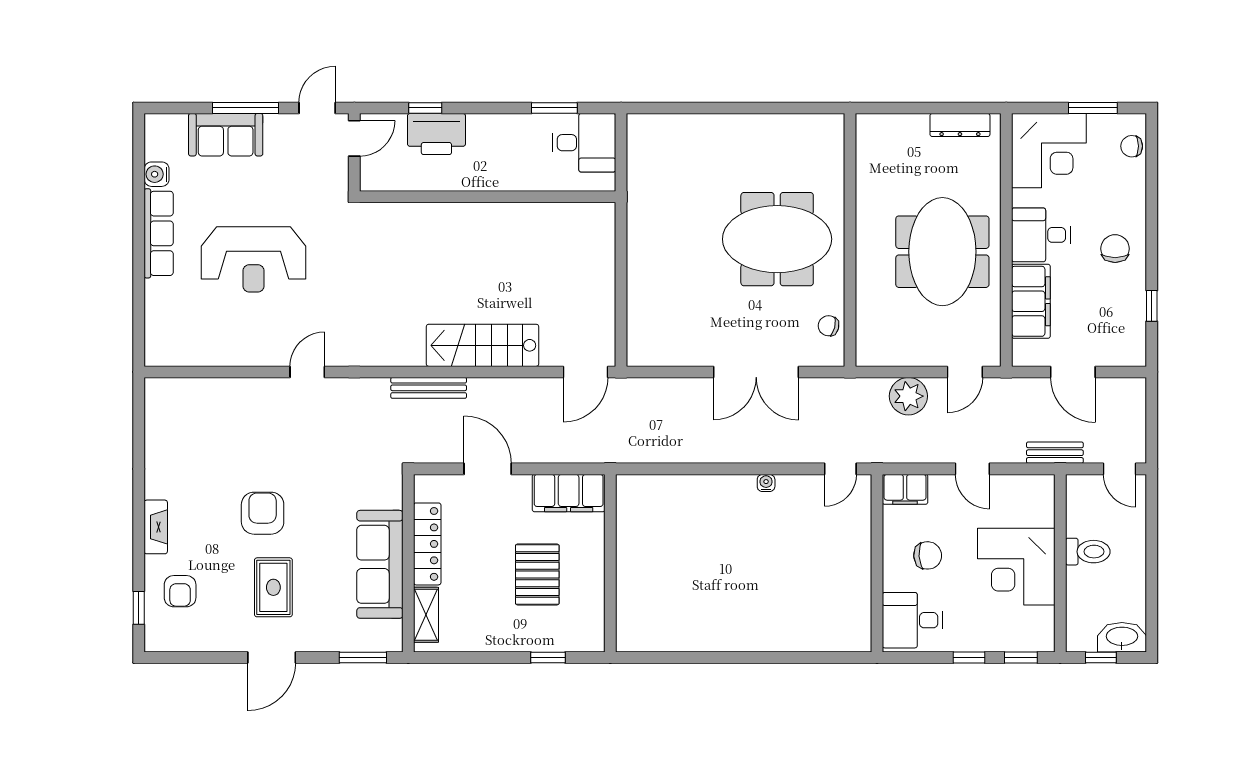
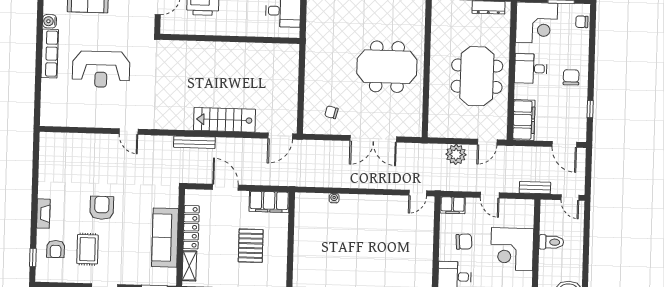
filing cabinet: (1031, 301) -> (524, 120), moved
chair: (829, 326) -> (331, 112), moved
door: (307, 372) -> (129, 131), swing flipped
door: (1073, 372) -> (564, 144), moved
water cooler: (766, 483) -> (334, 198), moved
rug: (273, 587) -> (87, 249), moved

